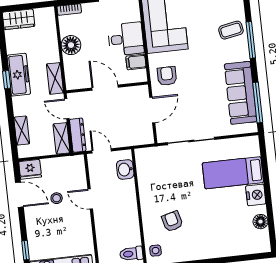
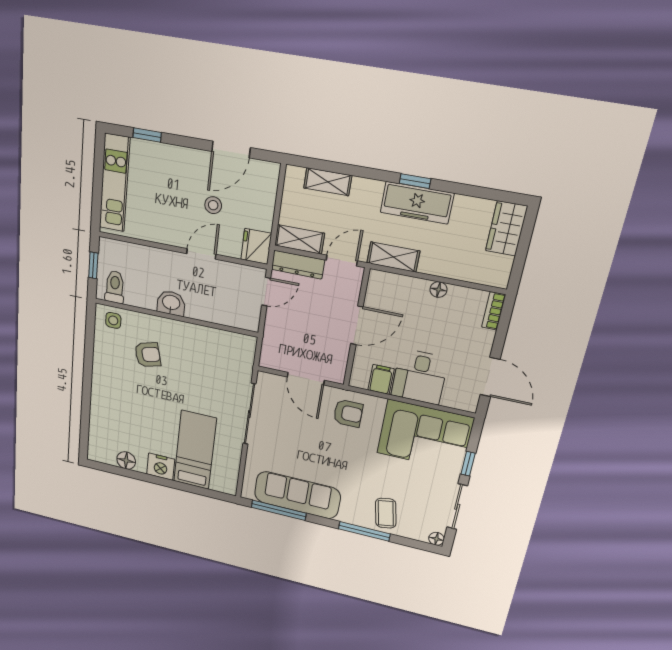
floor lamp: (71, 45) -> (439, 290), width x0.53, depth x0.53
fridge: (30, 169) -> (256, 246), moved
washbasin: (125, 169) -> (171, 303), moved

